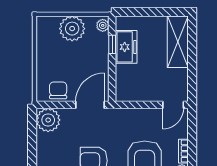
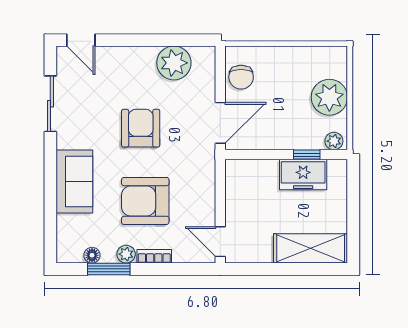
chair: (58, 90) -> (241, 77), turned 90
door: (90, 105) -> (220, 123), hinge flipped
plant: (48, 120) -> (174, 63), moved

